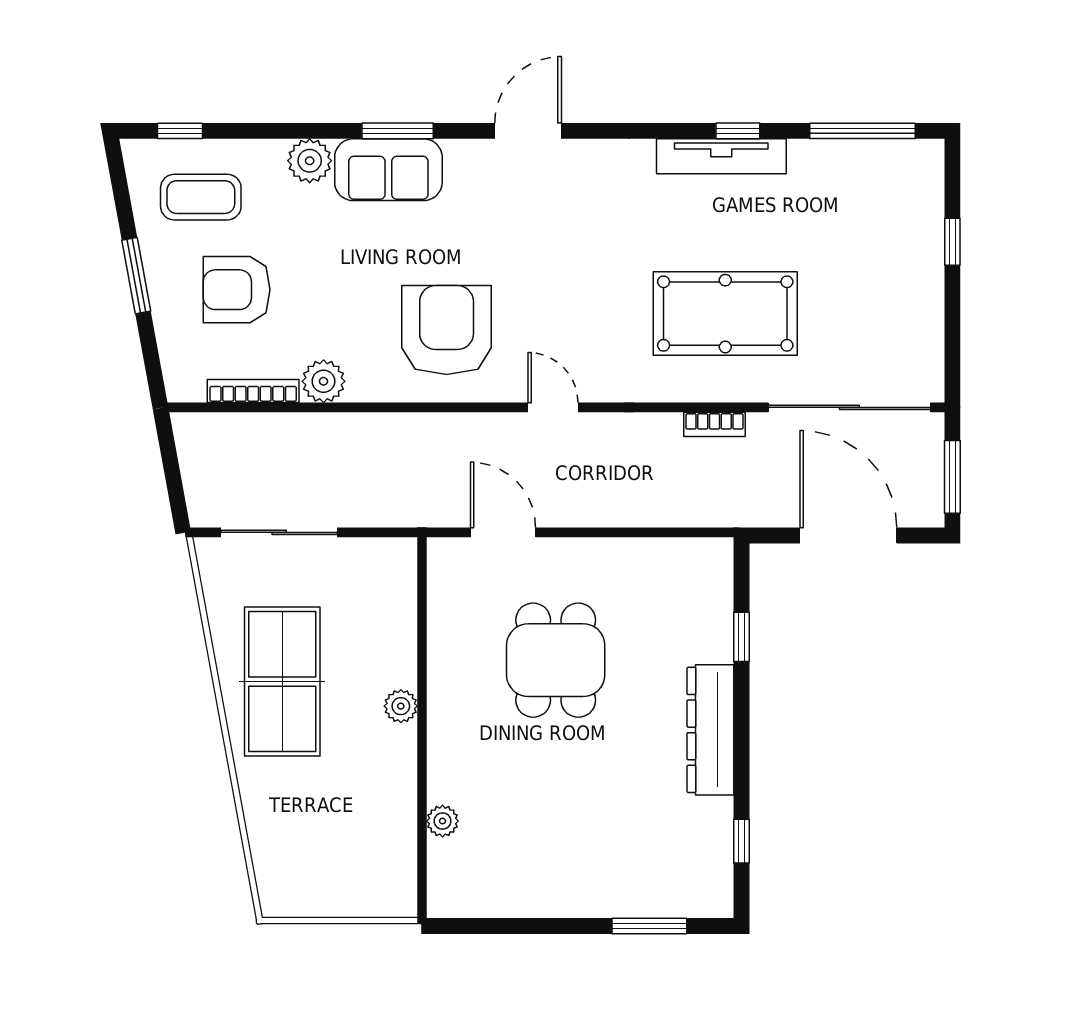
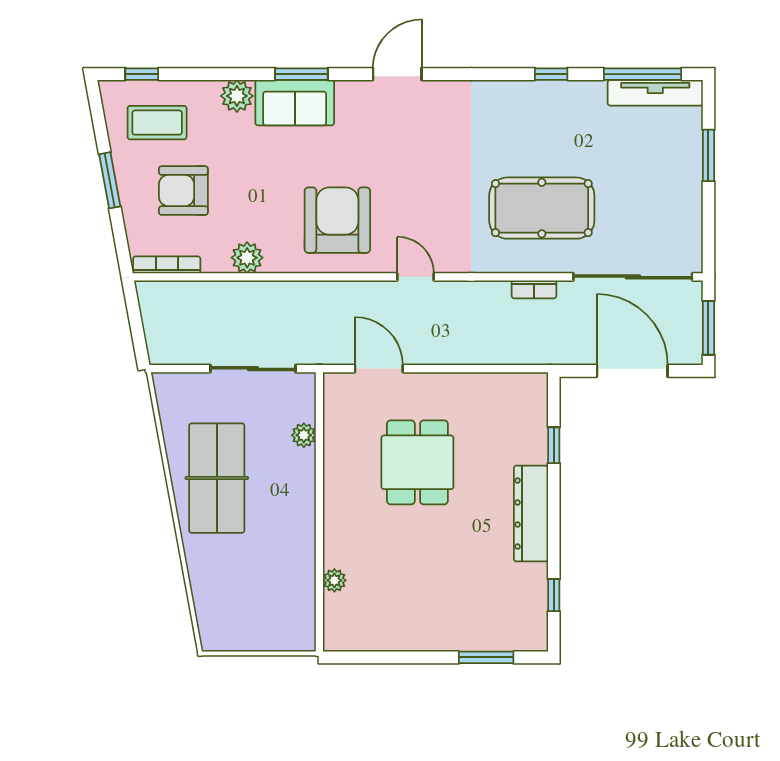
tv unit: (721, 156) -> (655, 93), moved
window: (952, 242) -> (708, 155), width x1.50
bookcase: (253, 391) -> (167, 265), moved
sliding door: (279, 532) -> (253, 369), moved
plant: (401, 706) -> (304, 435), moved

